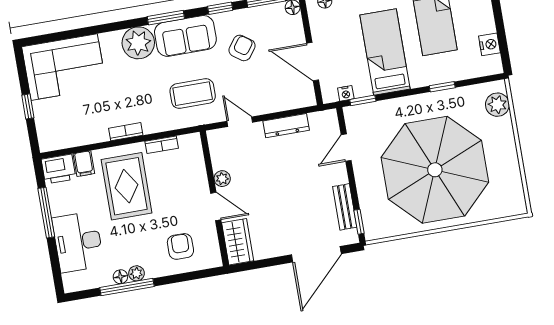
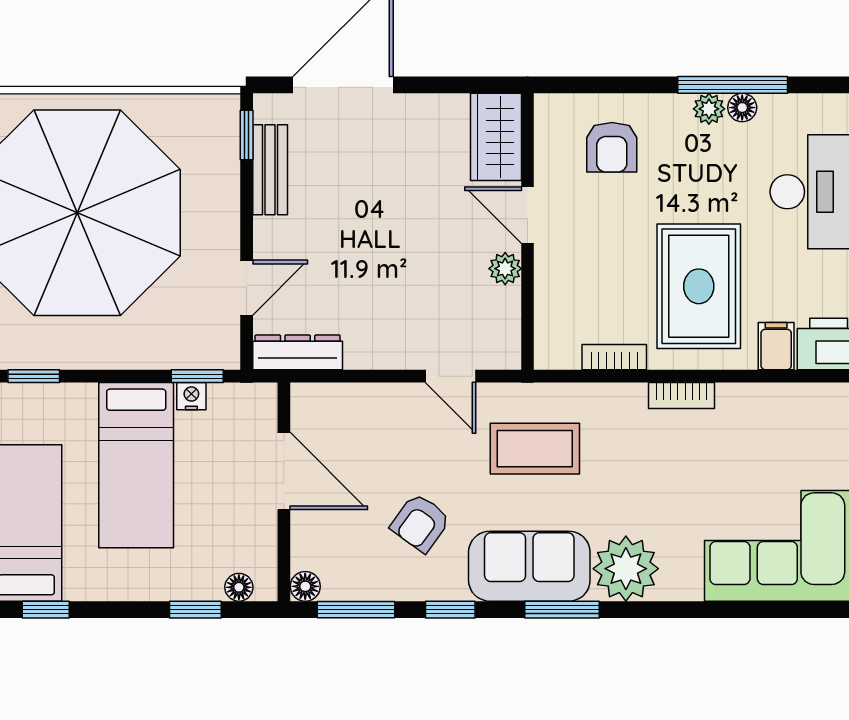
nightstand: (346, 93) -> (191, 396), moved
dresser: (286, 126) -> (298, 352), moved

